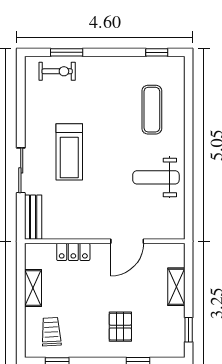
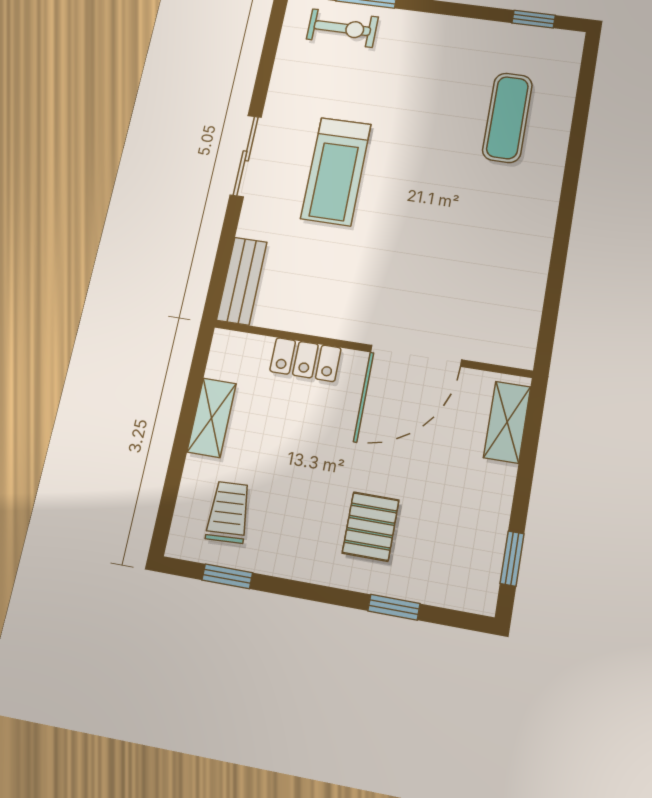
sliding door: (21, 170) -> (246, 156), moved
weight bench: (156, 177) -> (494, 242), removed
door: (127, 241) -> (416, 356), width x1.36
shelving: (176, 287) -> (507, 422), moved

